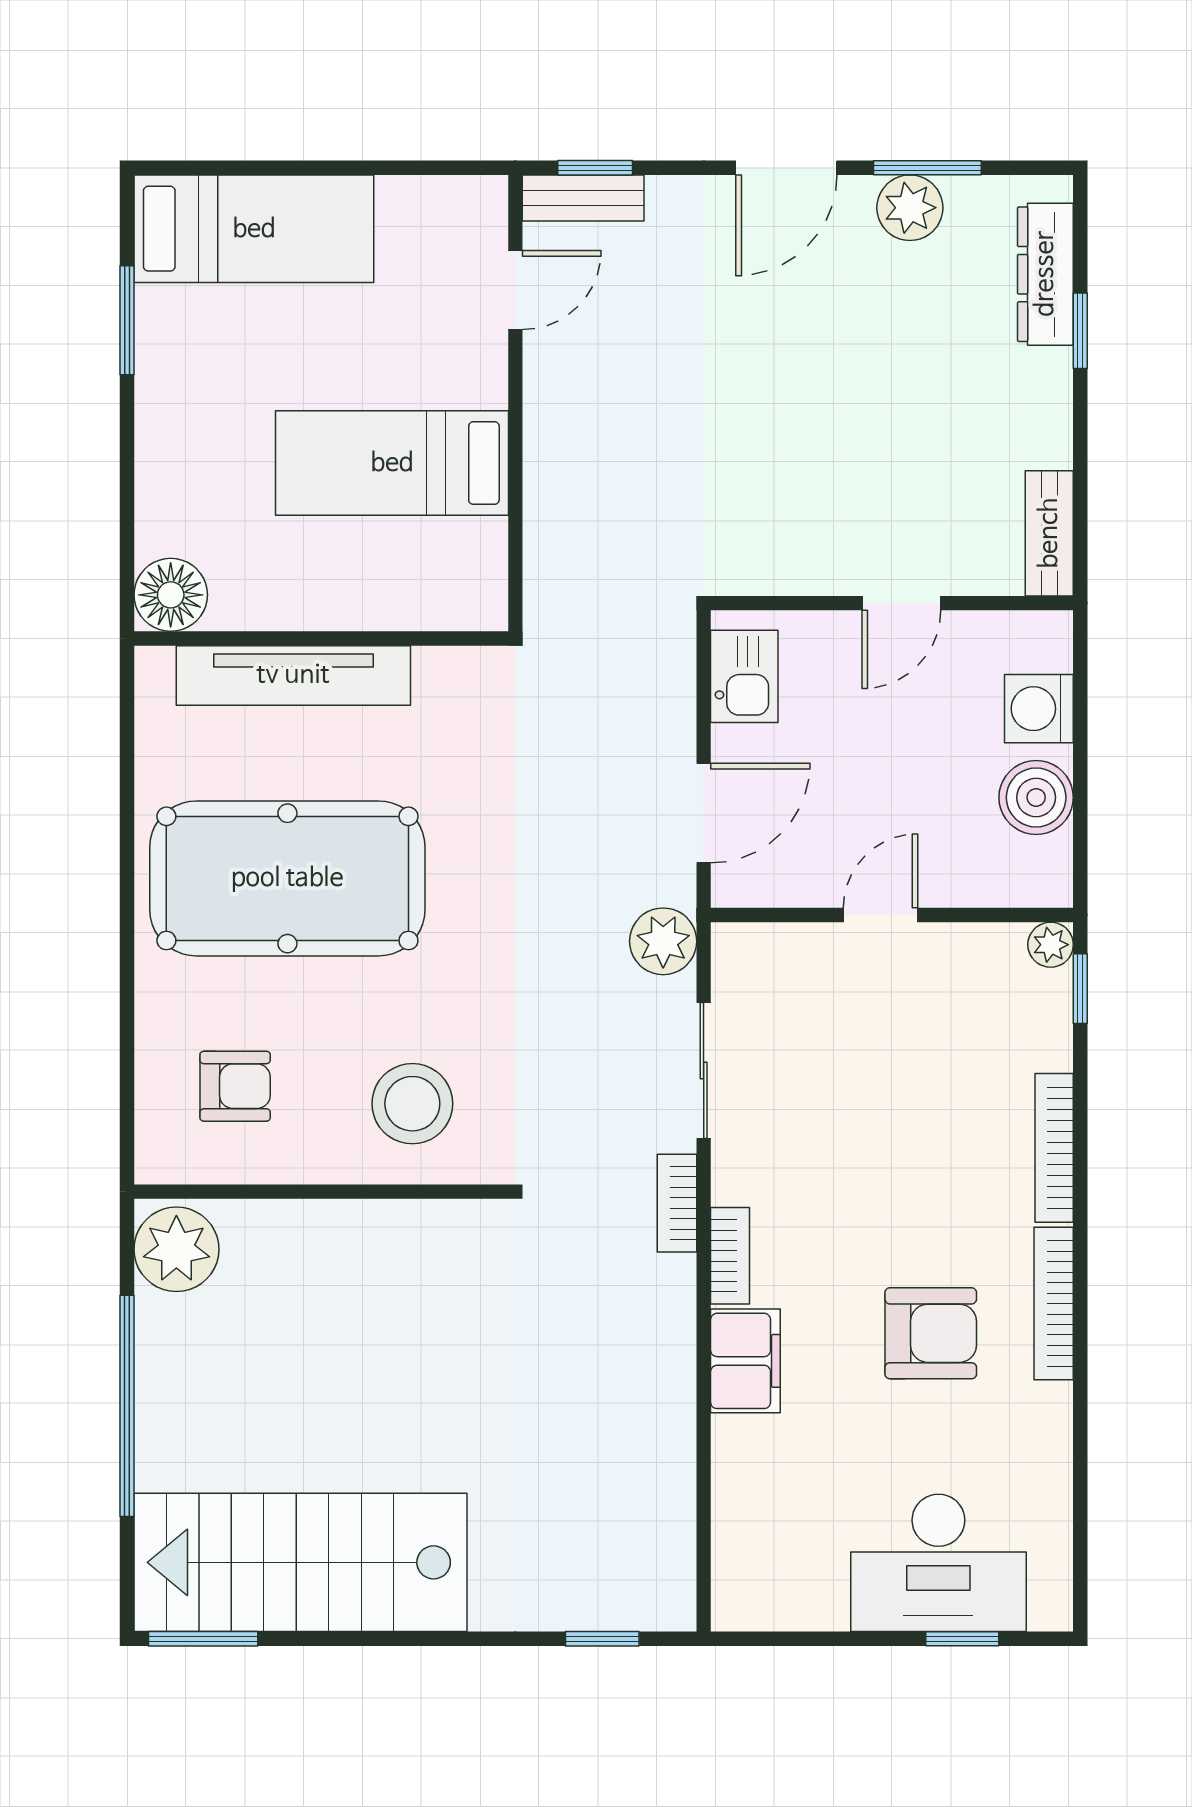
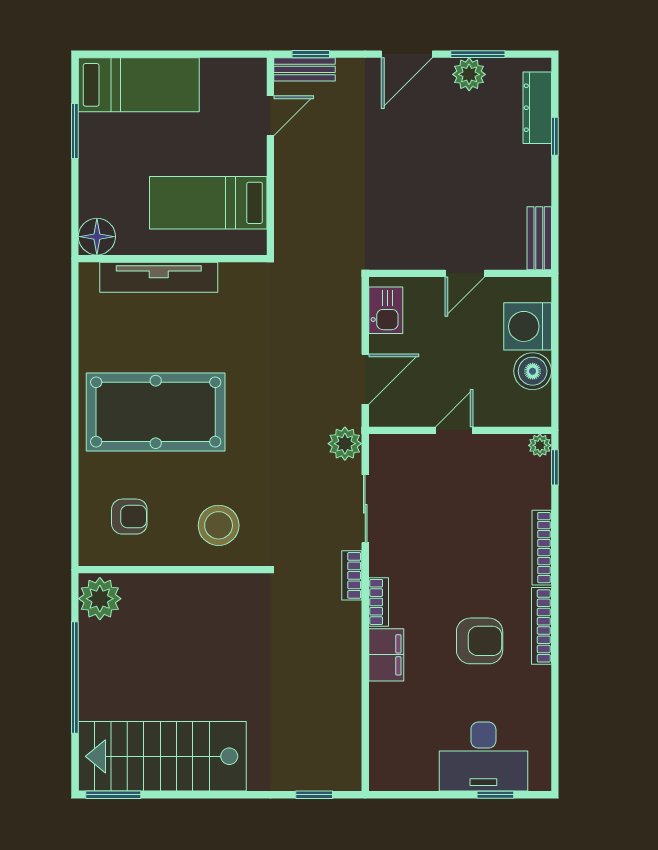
floor lamp: (171, 595) -> (97, 237), moved
wall: (321, 638) -> (173, 259), moved
tv unit: (293, 675) -> (159, 277), moved
washing machine: (1039, 709) -> (528, 326), width x1.37, depth x1.37

